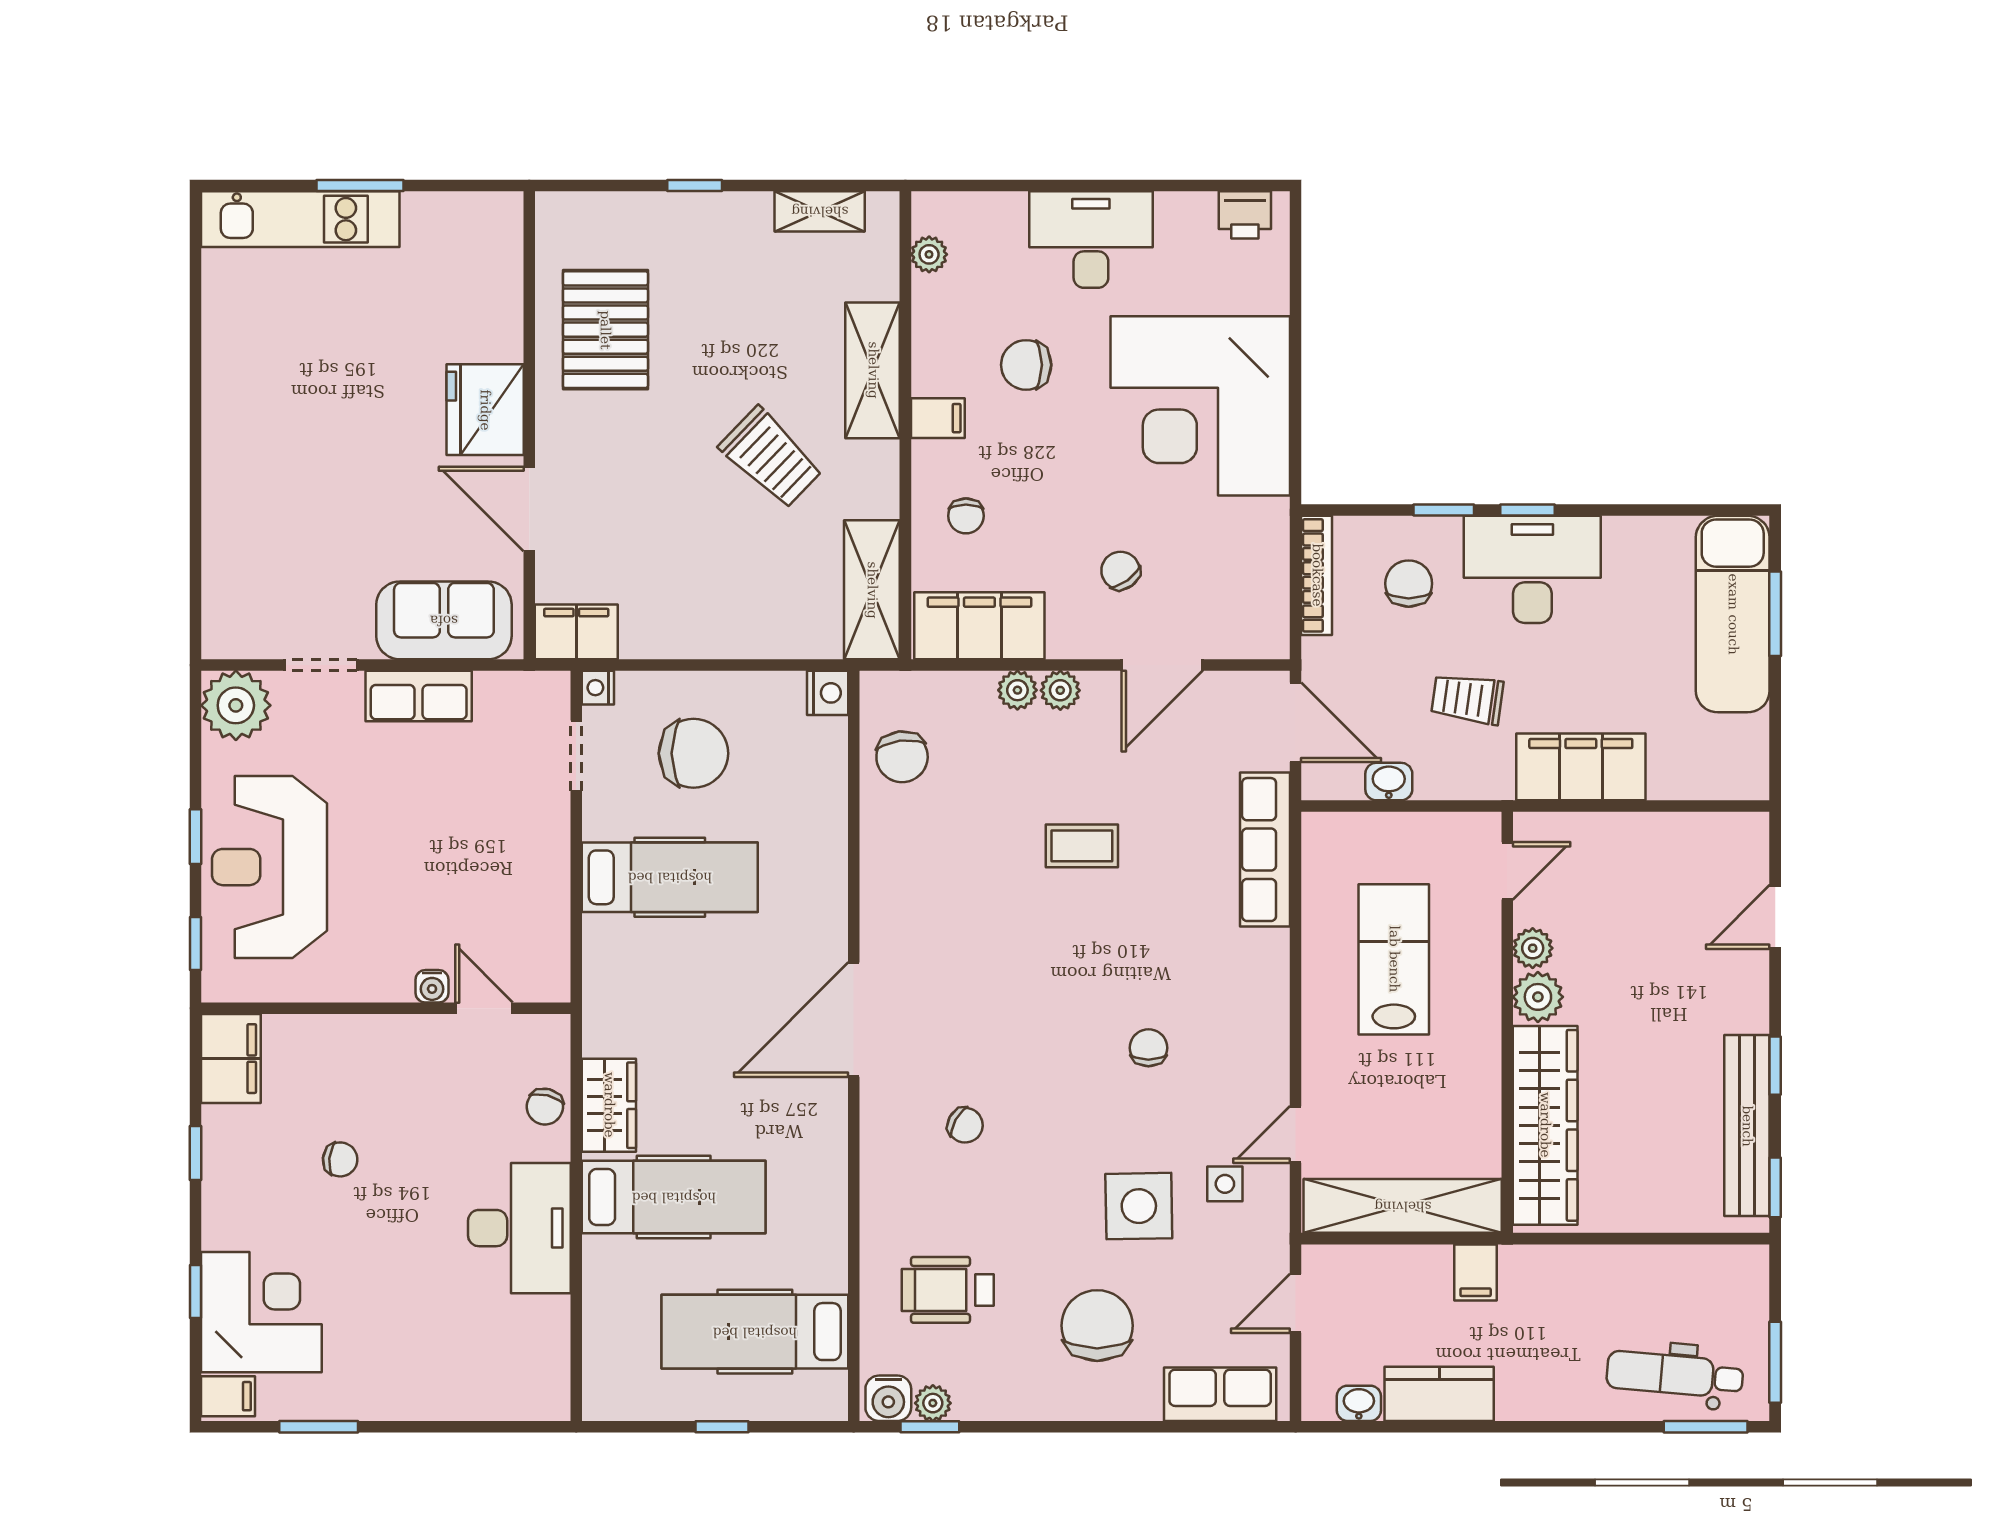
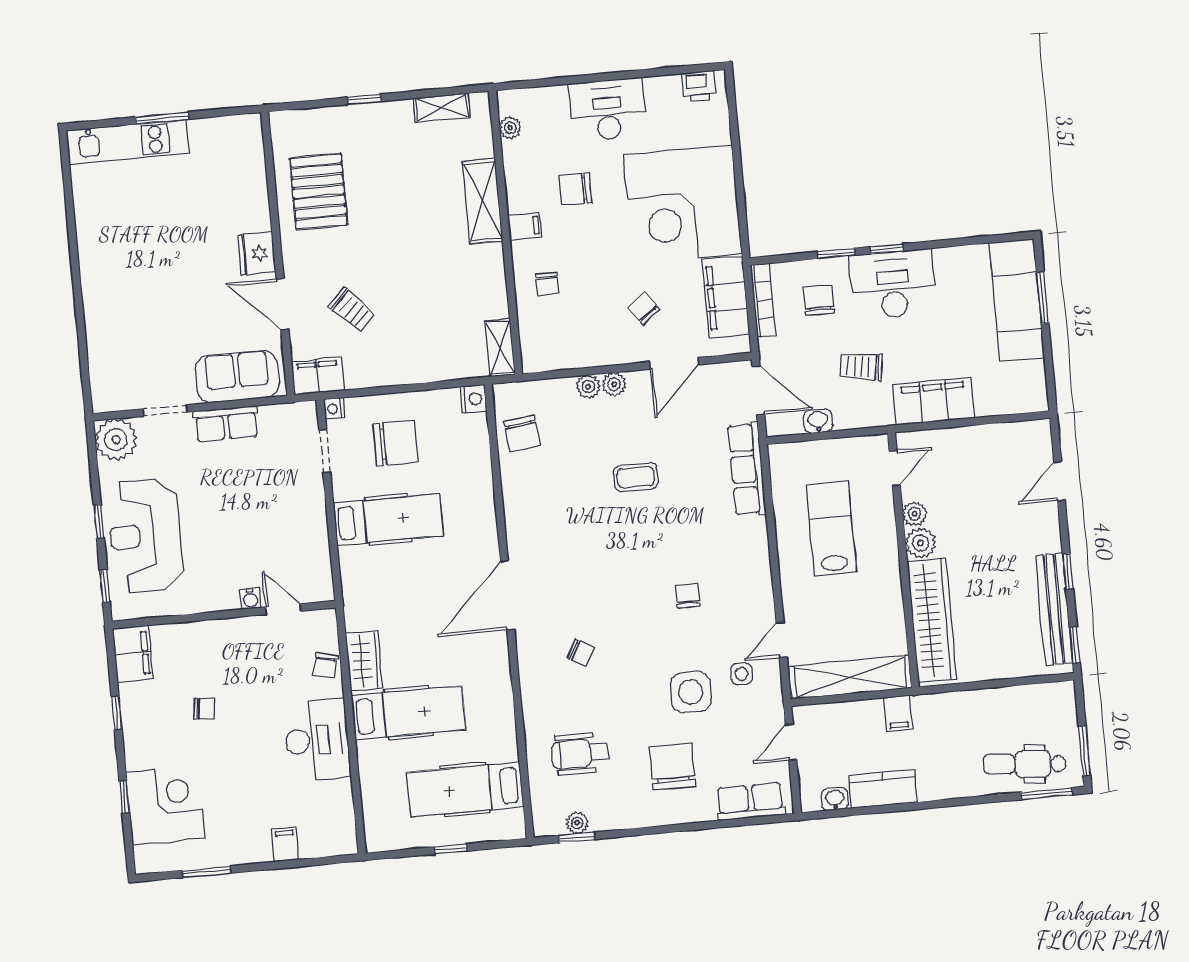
fridge: (485, 410) -> (257, 253), width x0.73, depth x0.75
trolley: (771, 458) -> (352, 310), moved, width x0.73, depth x0.72
shelving: (872, 590) -> (500, 348), width x0.67, depth x0.75
filing cabinet: (979, 626) -> (726, 297), moved, turned -90
filing cabinet: (228, 1396) -> (285, 844), moved, turned -90
water cooler: (888, 1398) -> (550, 822), removed

